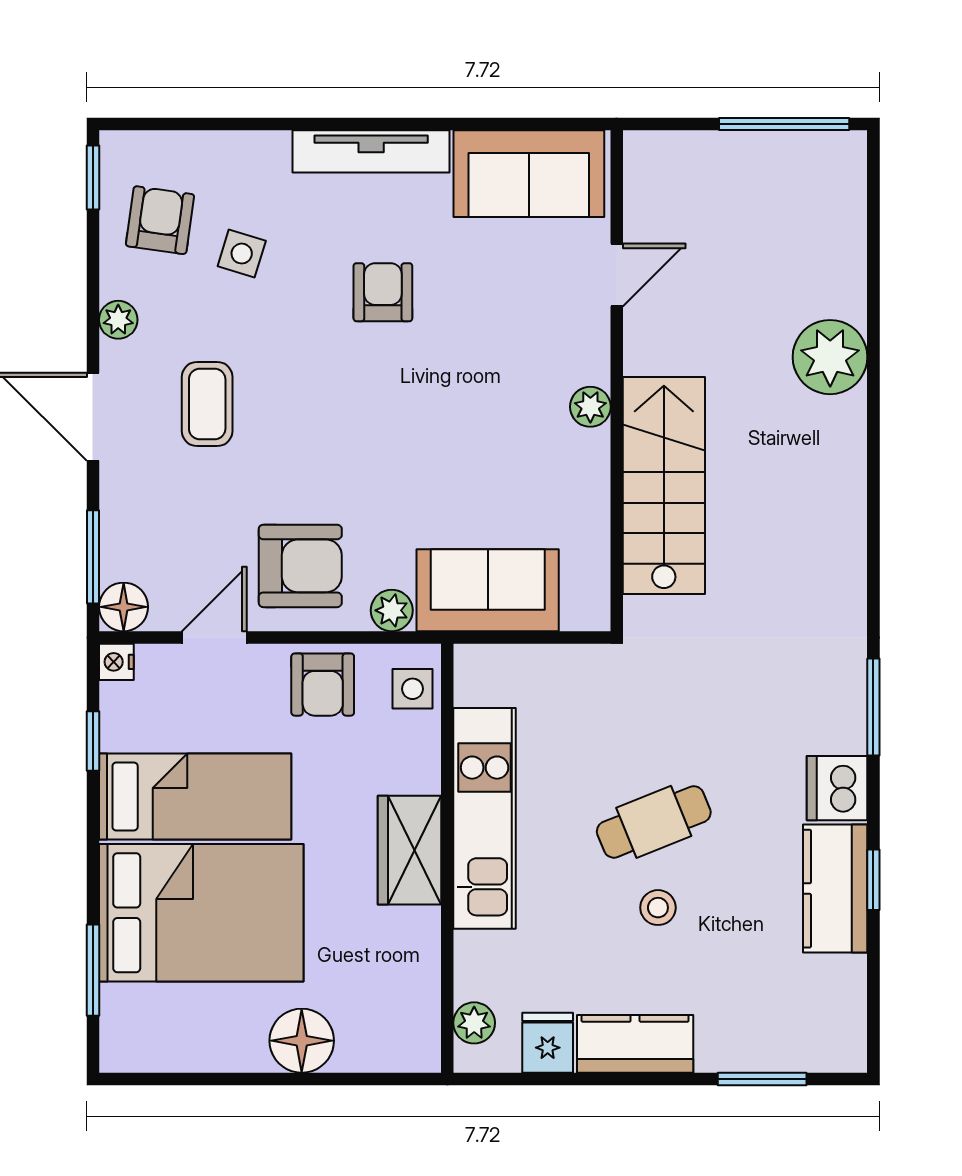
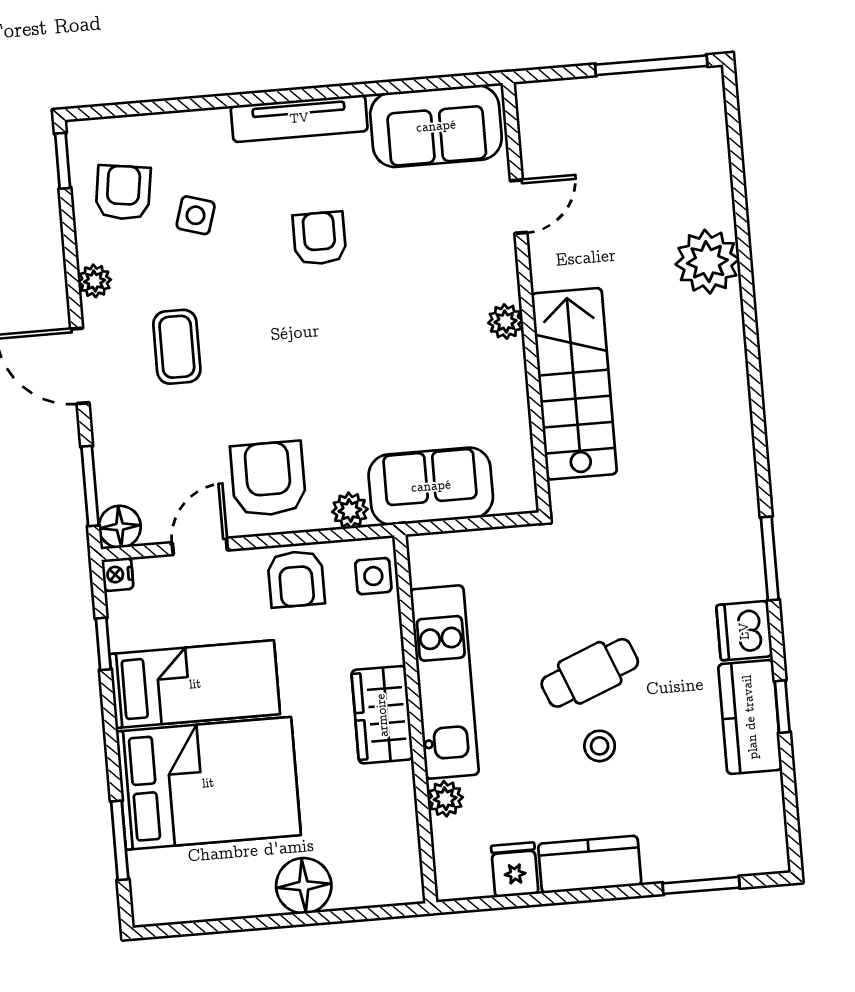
armchair: (300, 566) -> (268, 479), turned -90
plant: (474, 1023) -> (445, 799), moved

